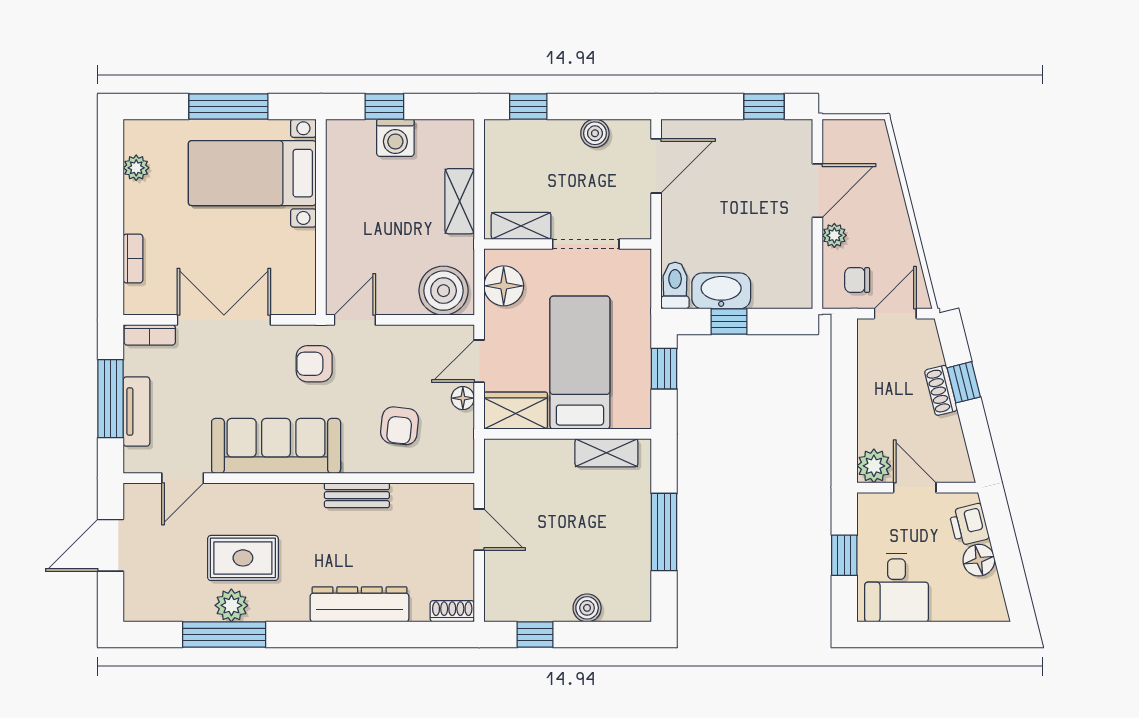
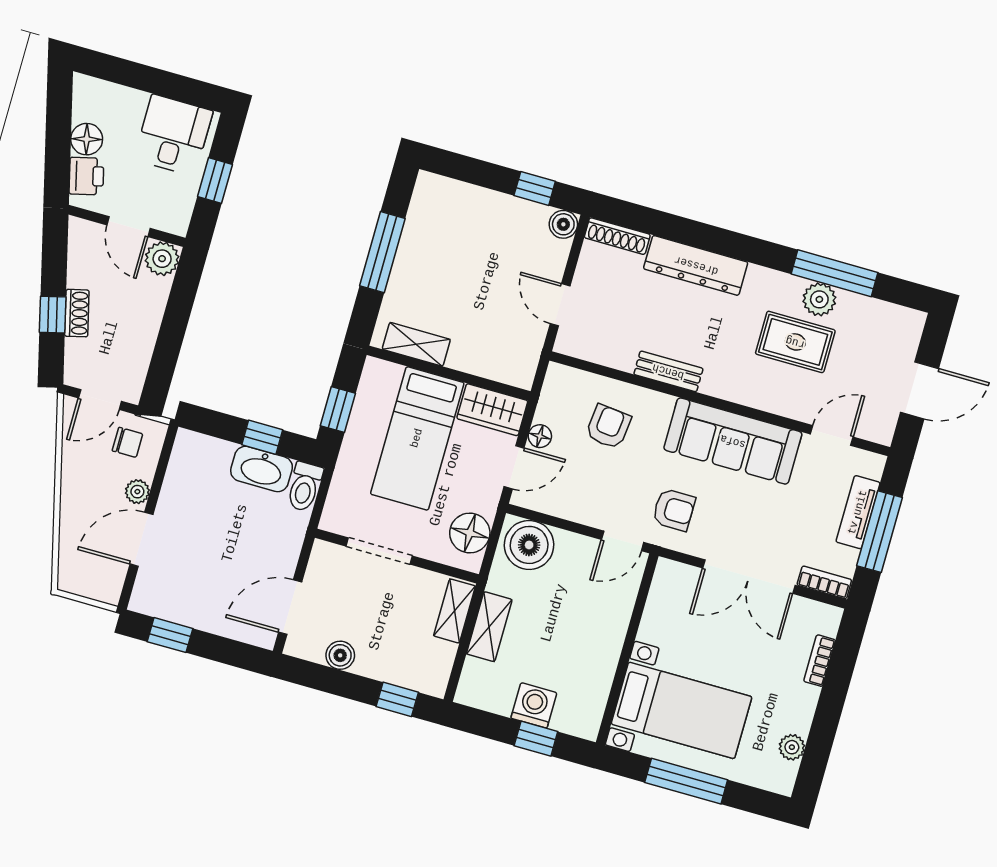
shelving: (521, 226) -> (455, 611), moved, turned 90
boiler: (587, 608) -> (563, 224), moved
shoe rack: (452, 611) -> (617, 236), width x1.43

